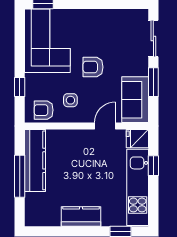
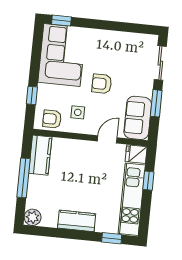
kitchen counter: (35, 160) -> (40, 155), width x0.67
plant: (33, 217) -> (33, 217), added

